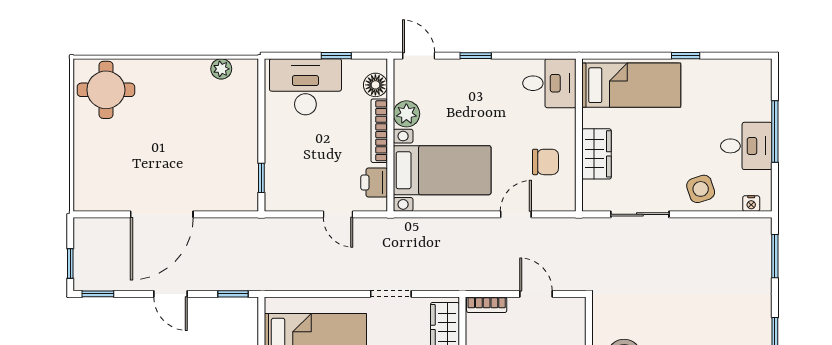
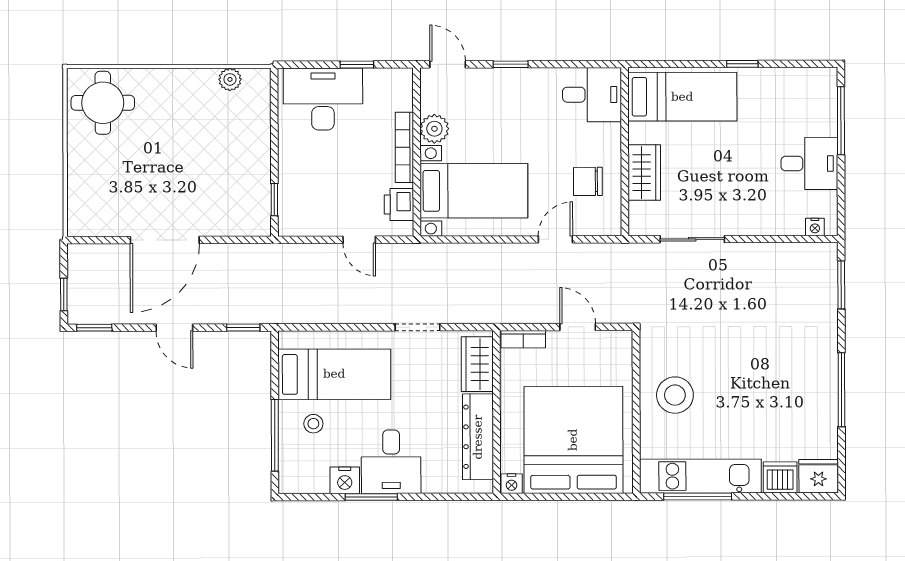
floor lamp: (375, 85) -> (400, 97), removed
window: (775, 131) -> (841, 121), moved
chair: (545, 162) -> (588, 181), turned 180
side table: (701, 189) -> (759, 211), removed

